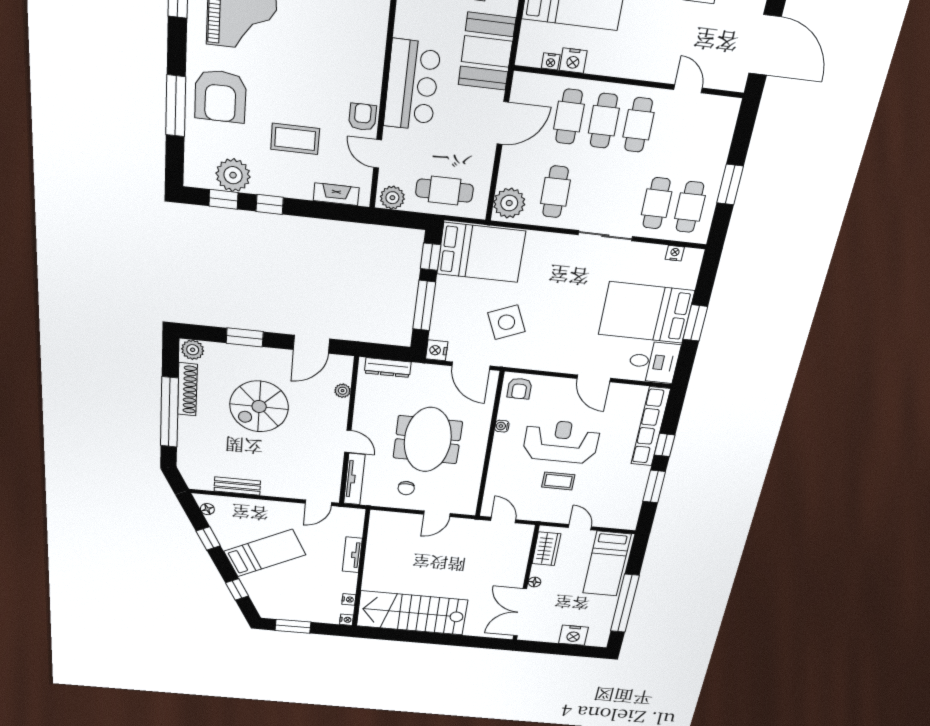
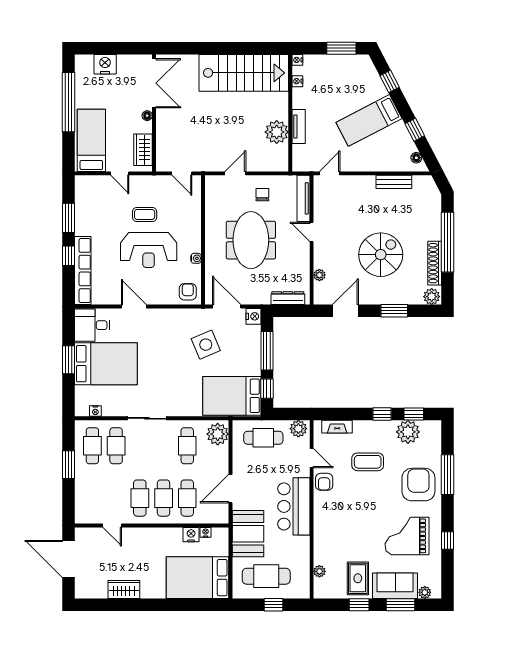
plant: (380, 552) -> (277, 132), added

